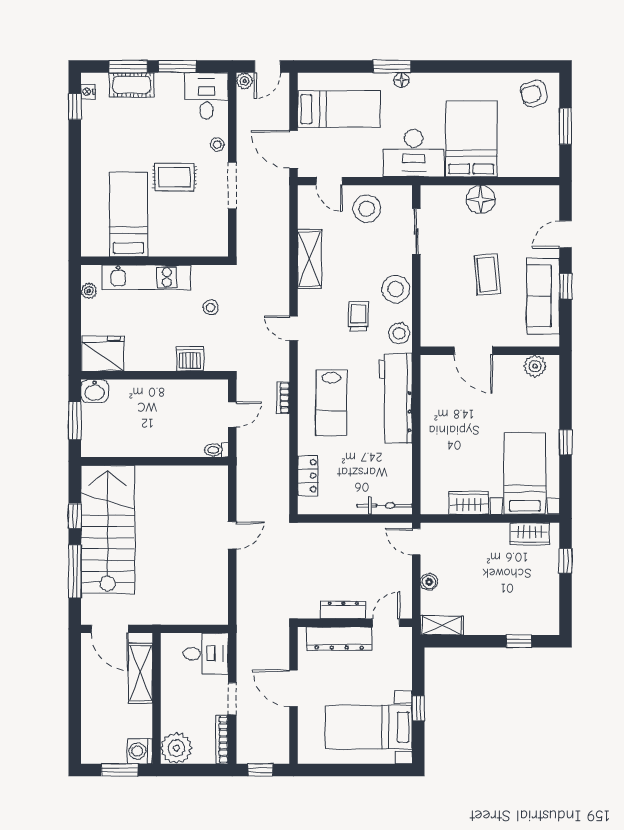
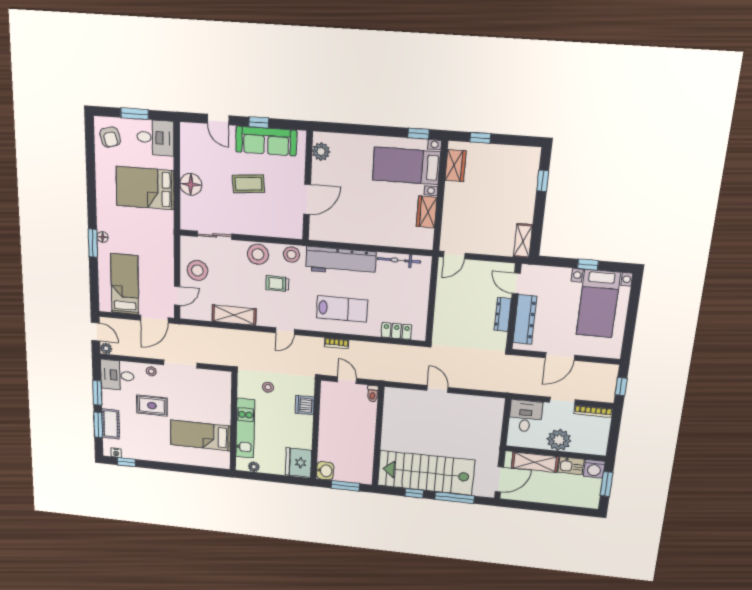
desk: (414, 153) -> (155, 138), moved, width x0.73
rug: (175, 177) -> (152, 406), moved, turned 90
window: (566, 442) -> (418, 134), moved
bicycle: (385, 506) -> (399, 260), moved, turned -90
boiler: (429, 582) -> (487, 248), removed
kitchen sink: (141, 721) -> (571, 466), added
plant: (176, 748) -> (559, 440), moved

